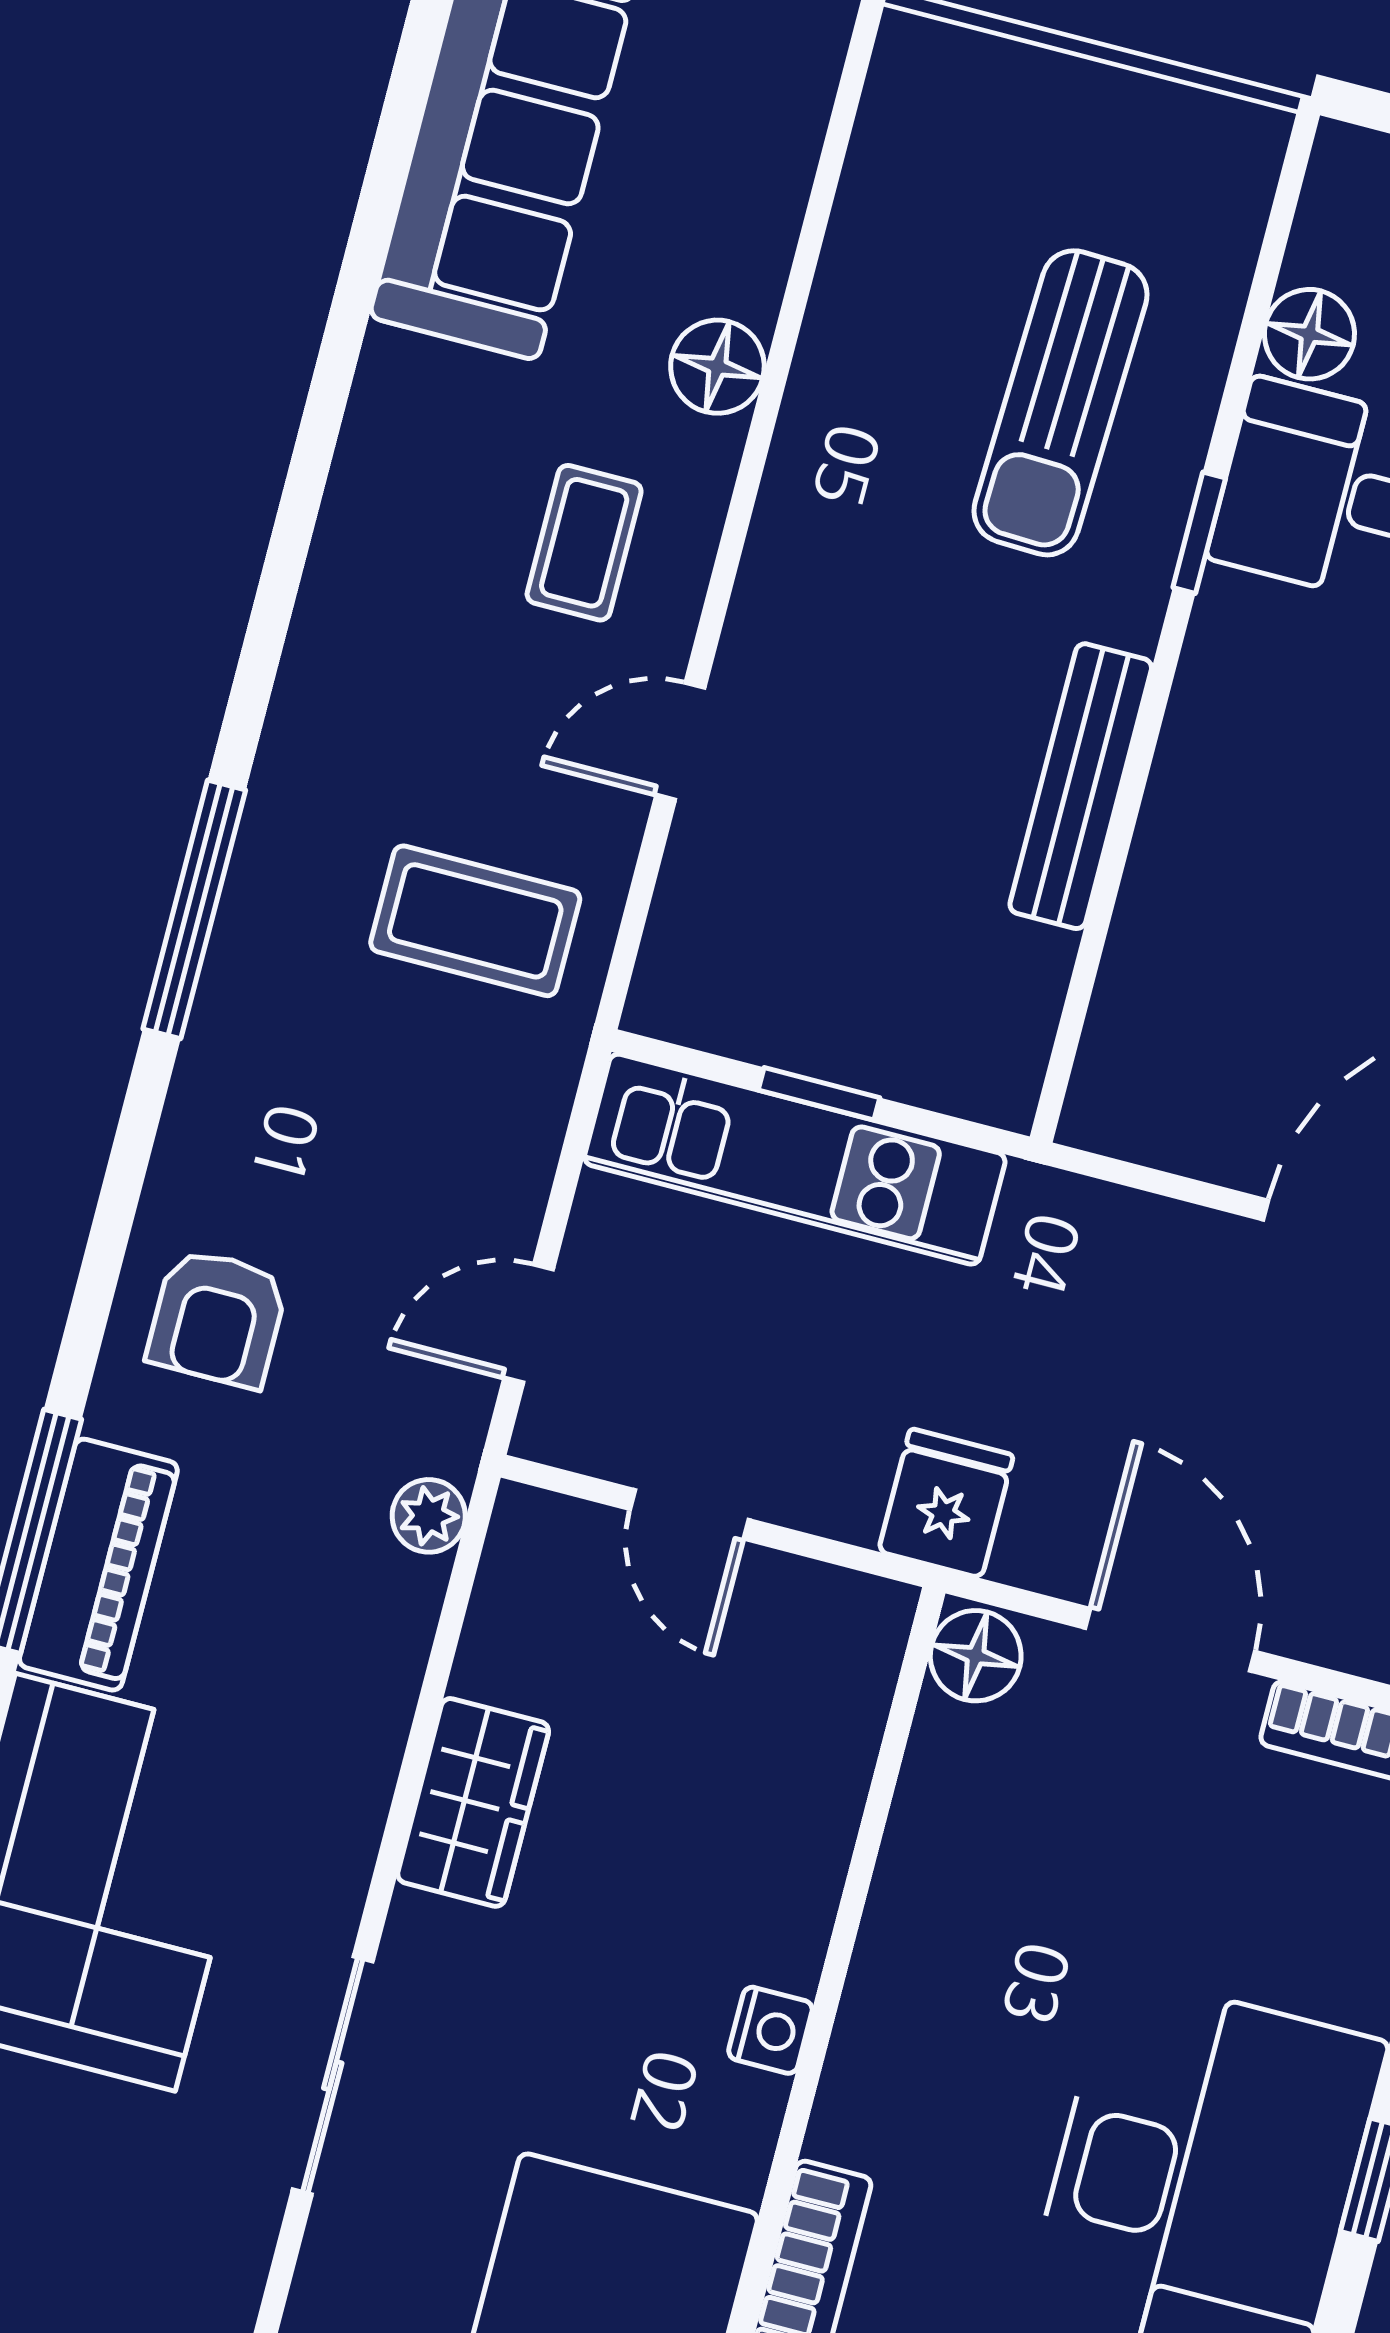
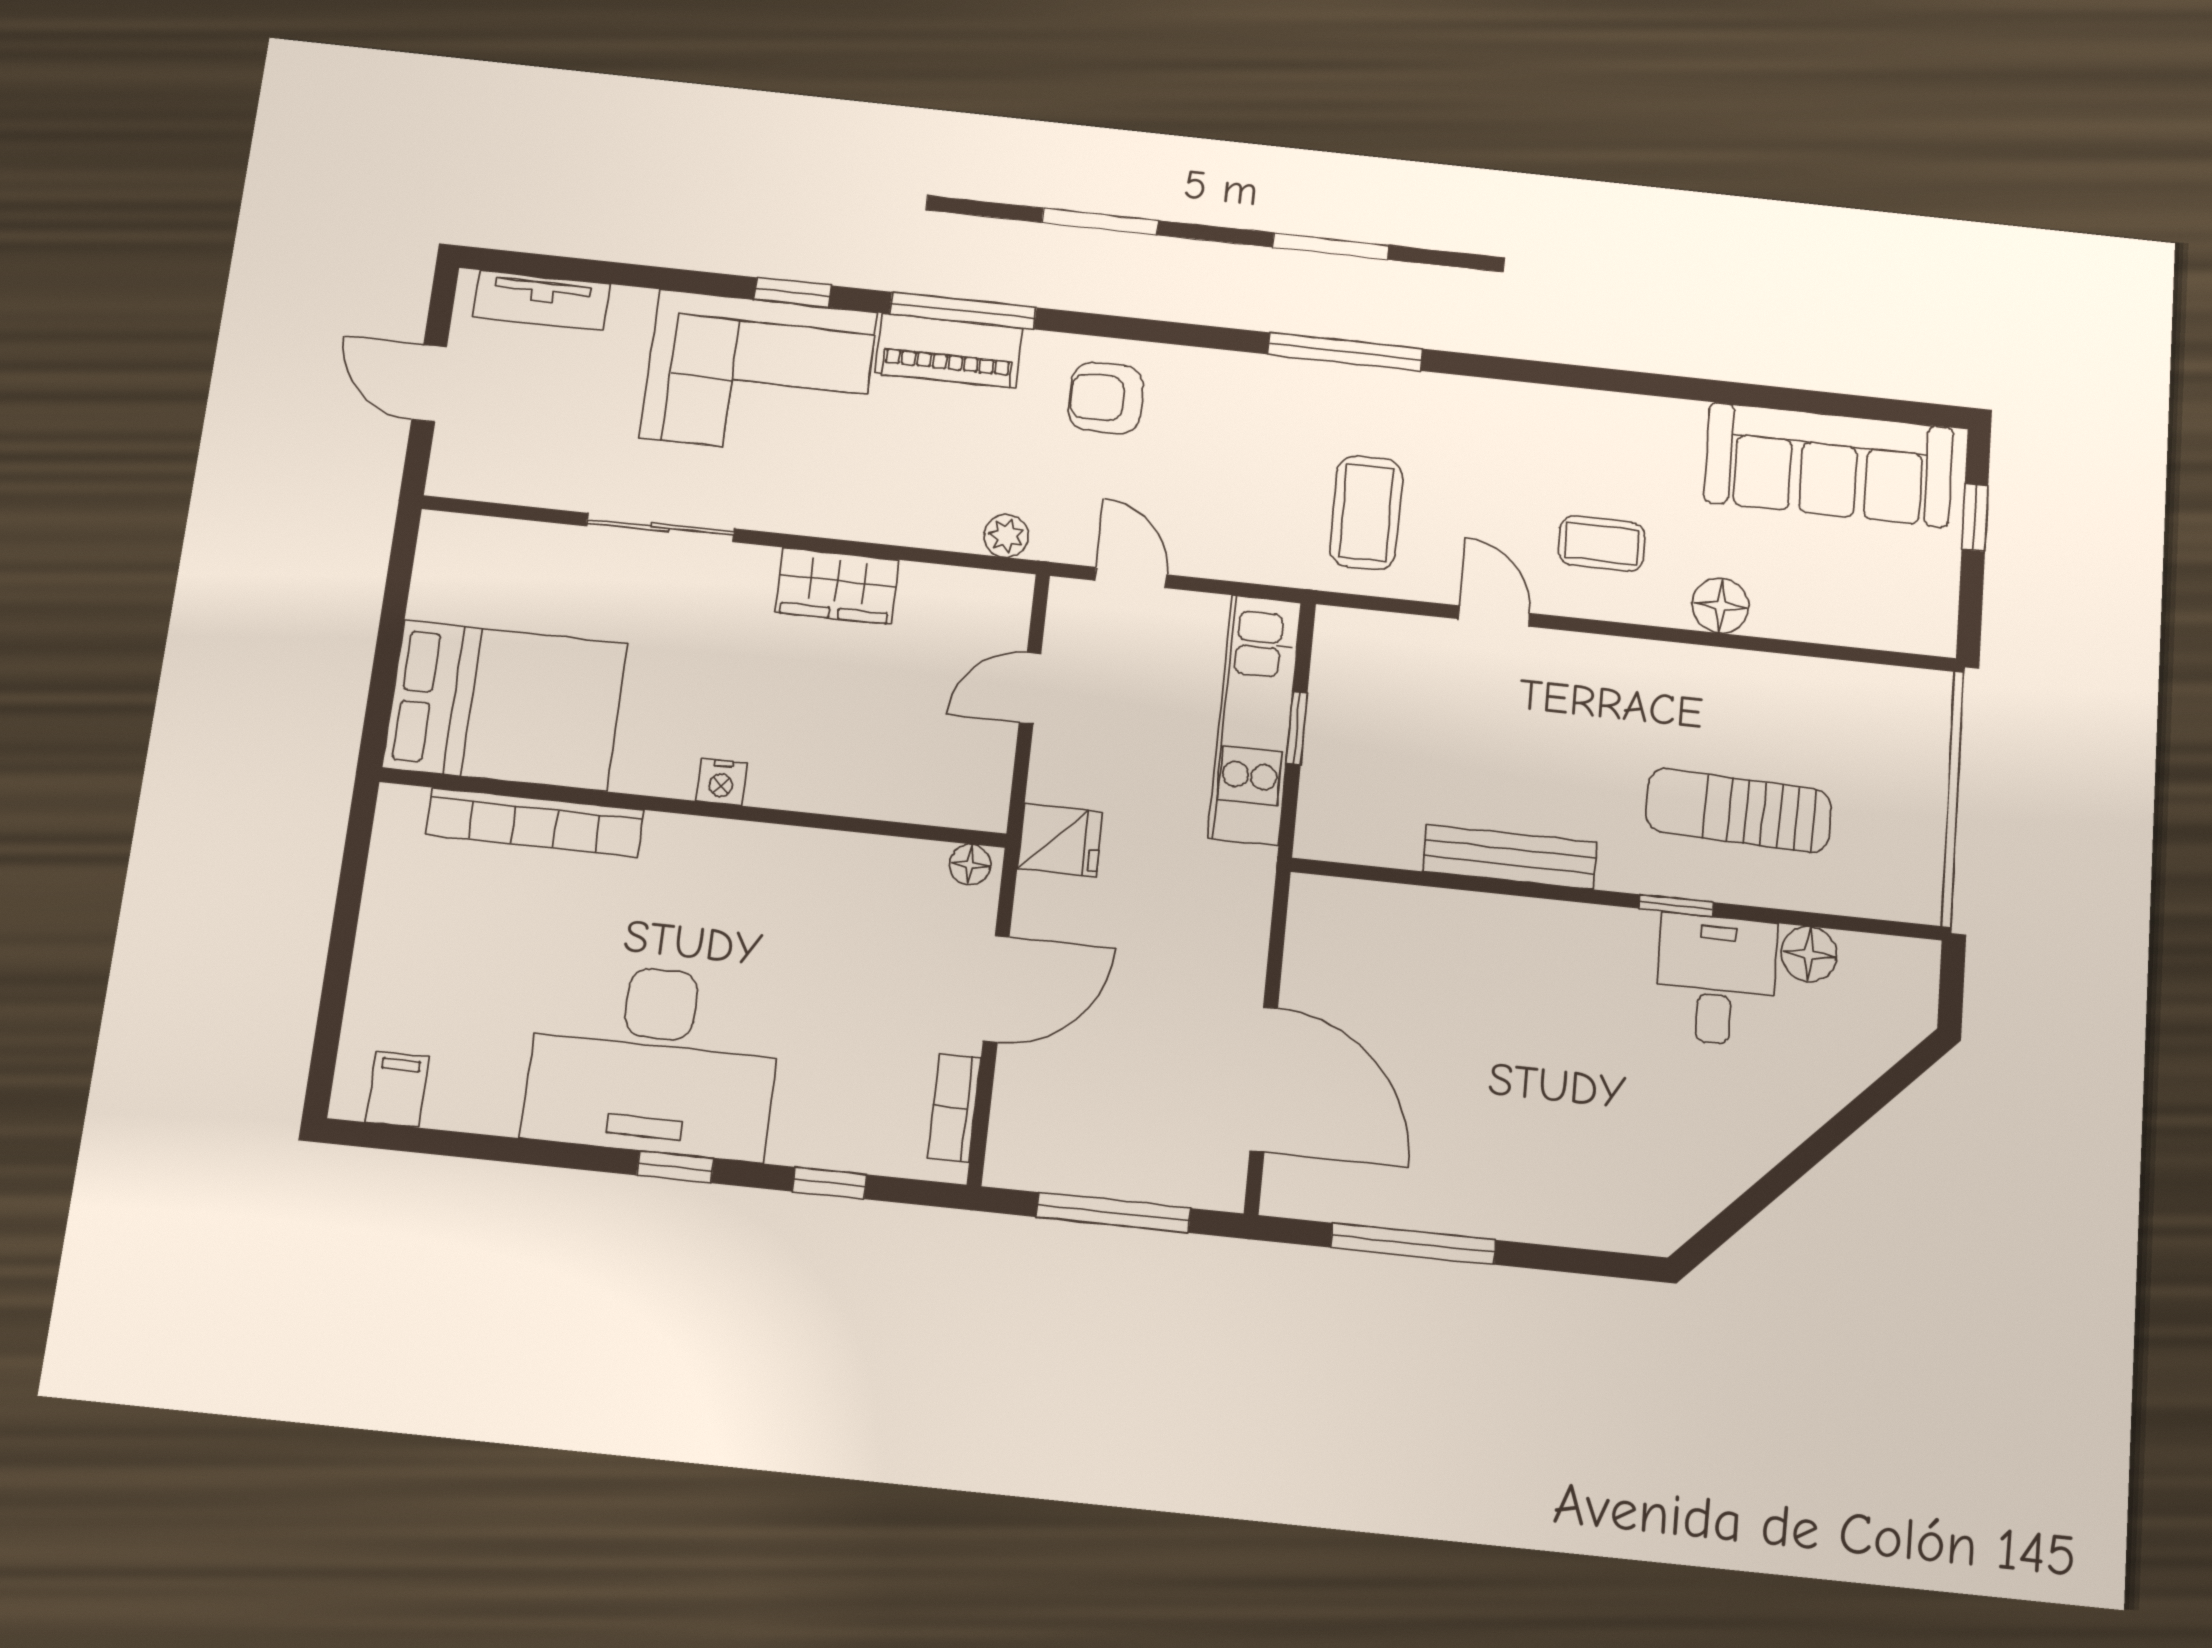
floor lamp: (976, 1656) -> (970, 864), width x0.73, depth x0.73

